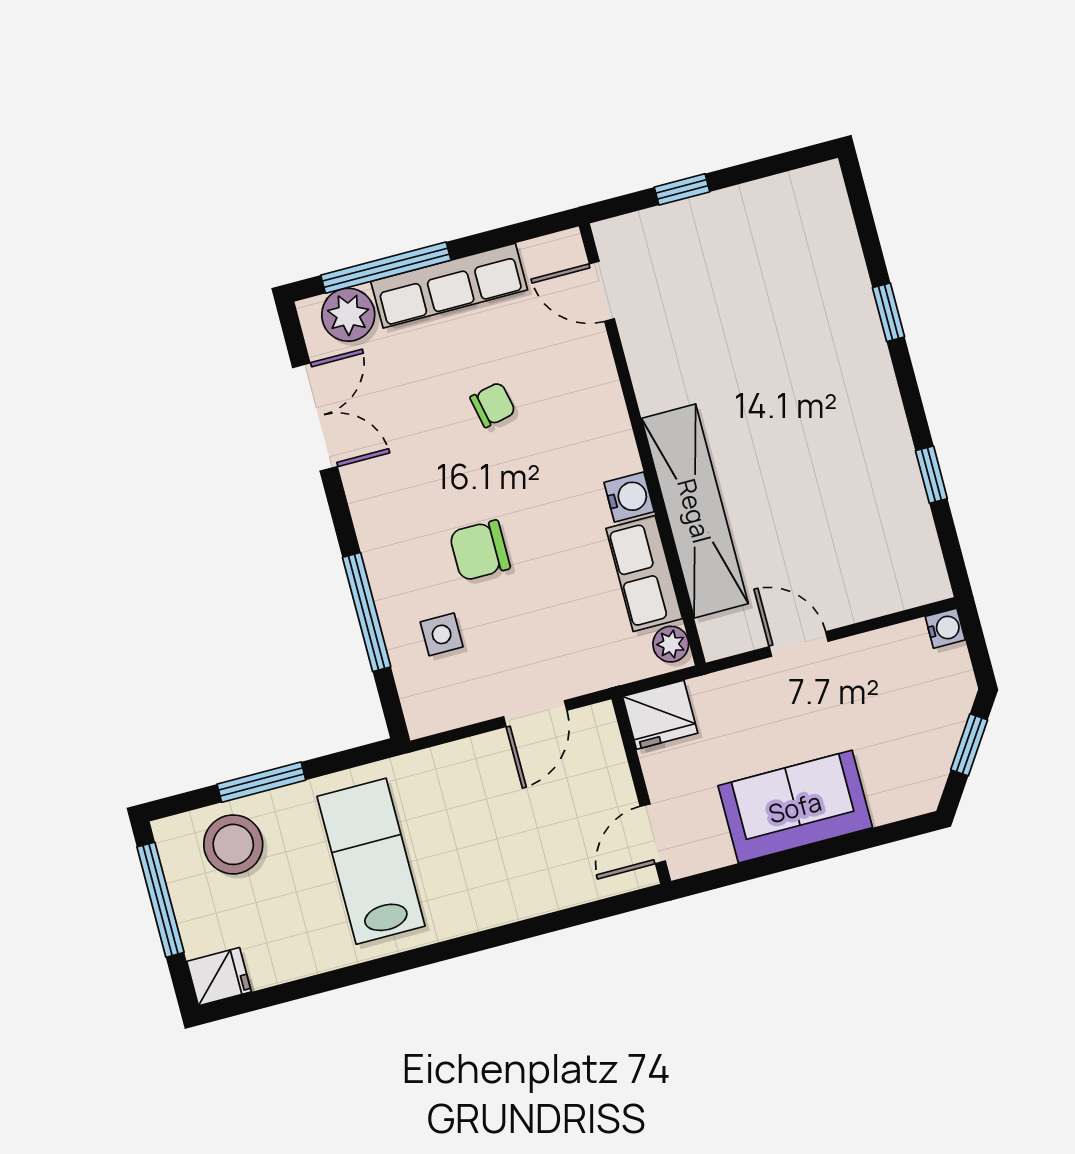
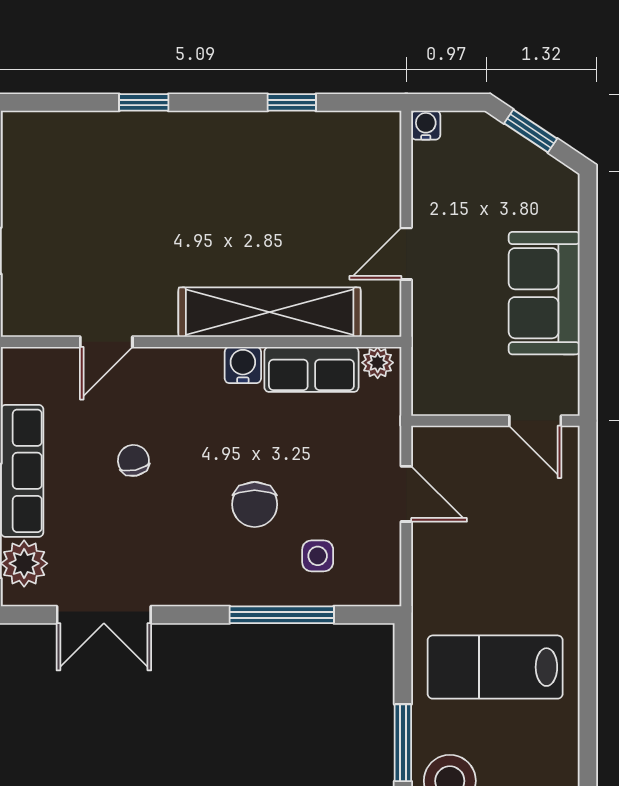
door: (602, 291) -> (106, 342), moved
double door: (315, 417) -> (104, 615), swing flipped
fridge: (660, 715) -> (435, 388), removed

